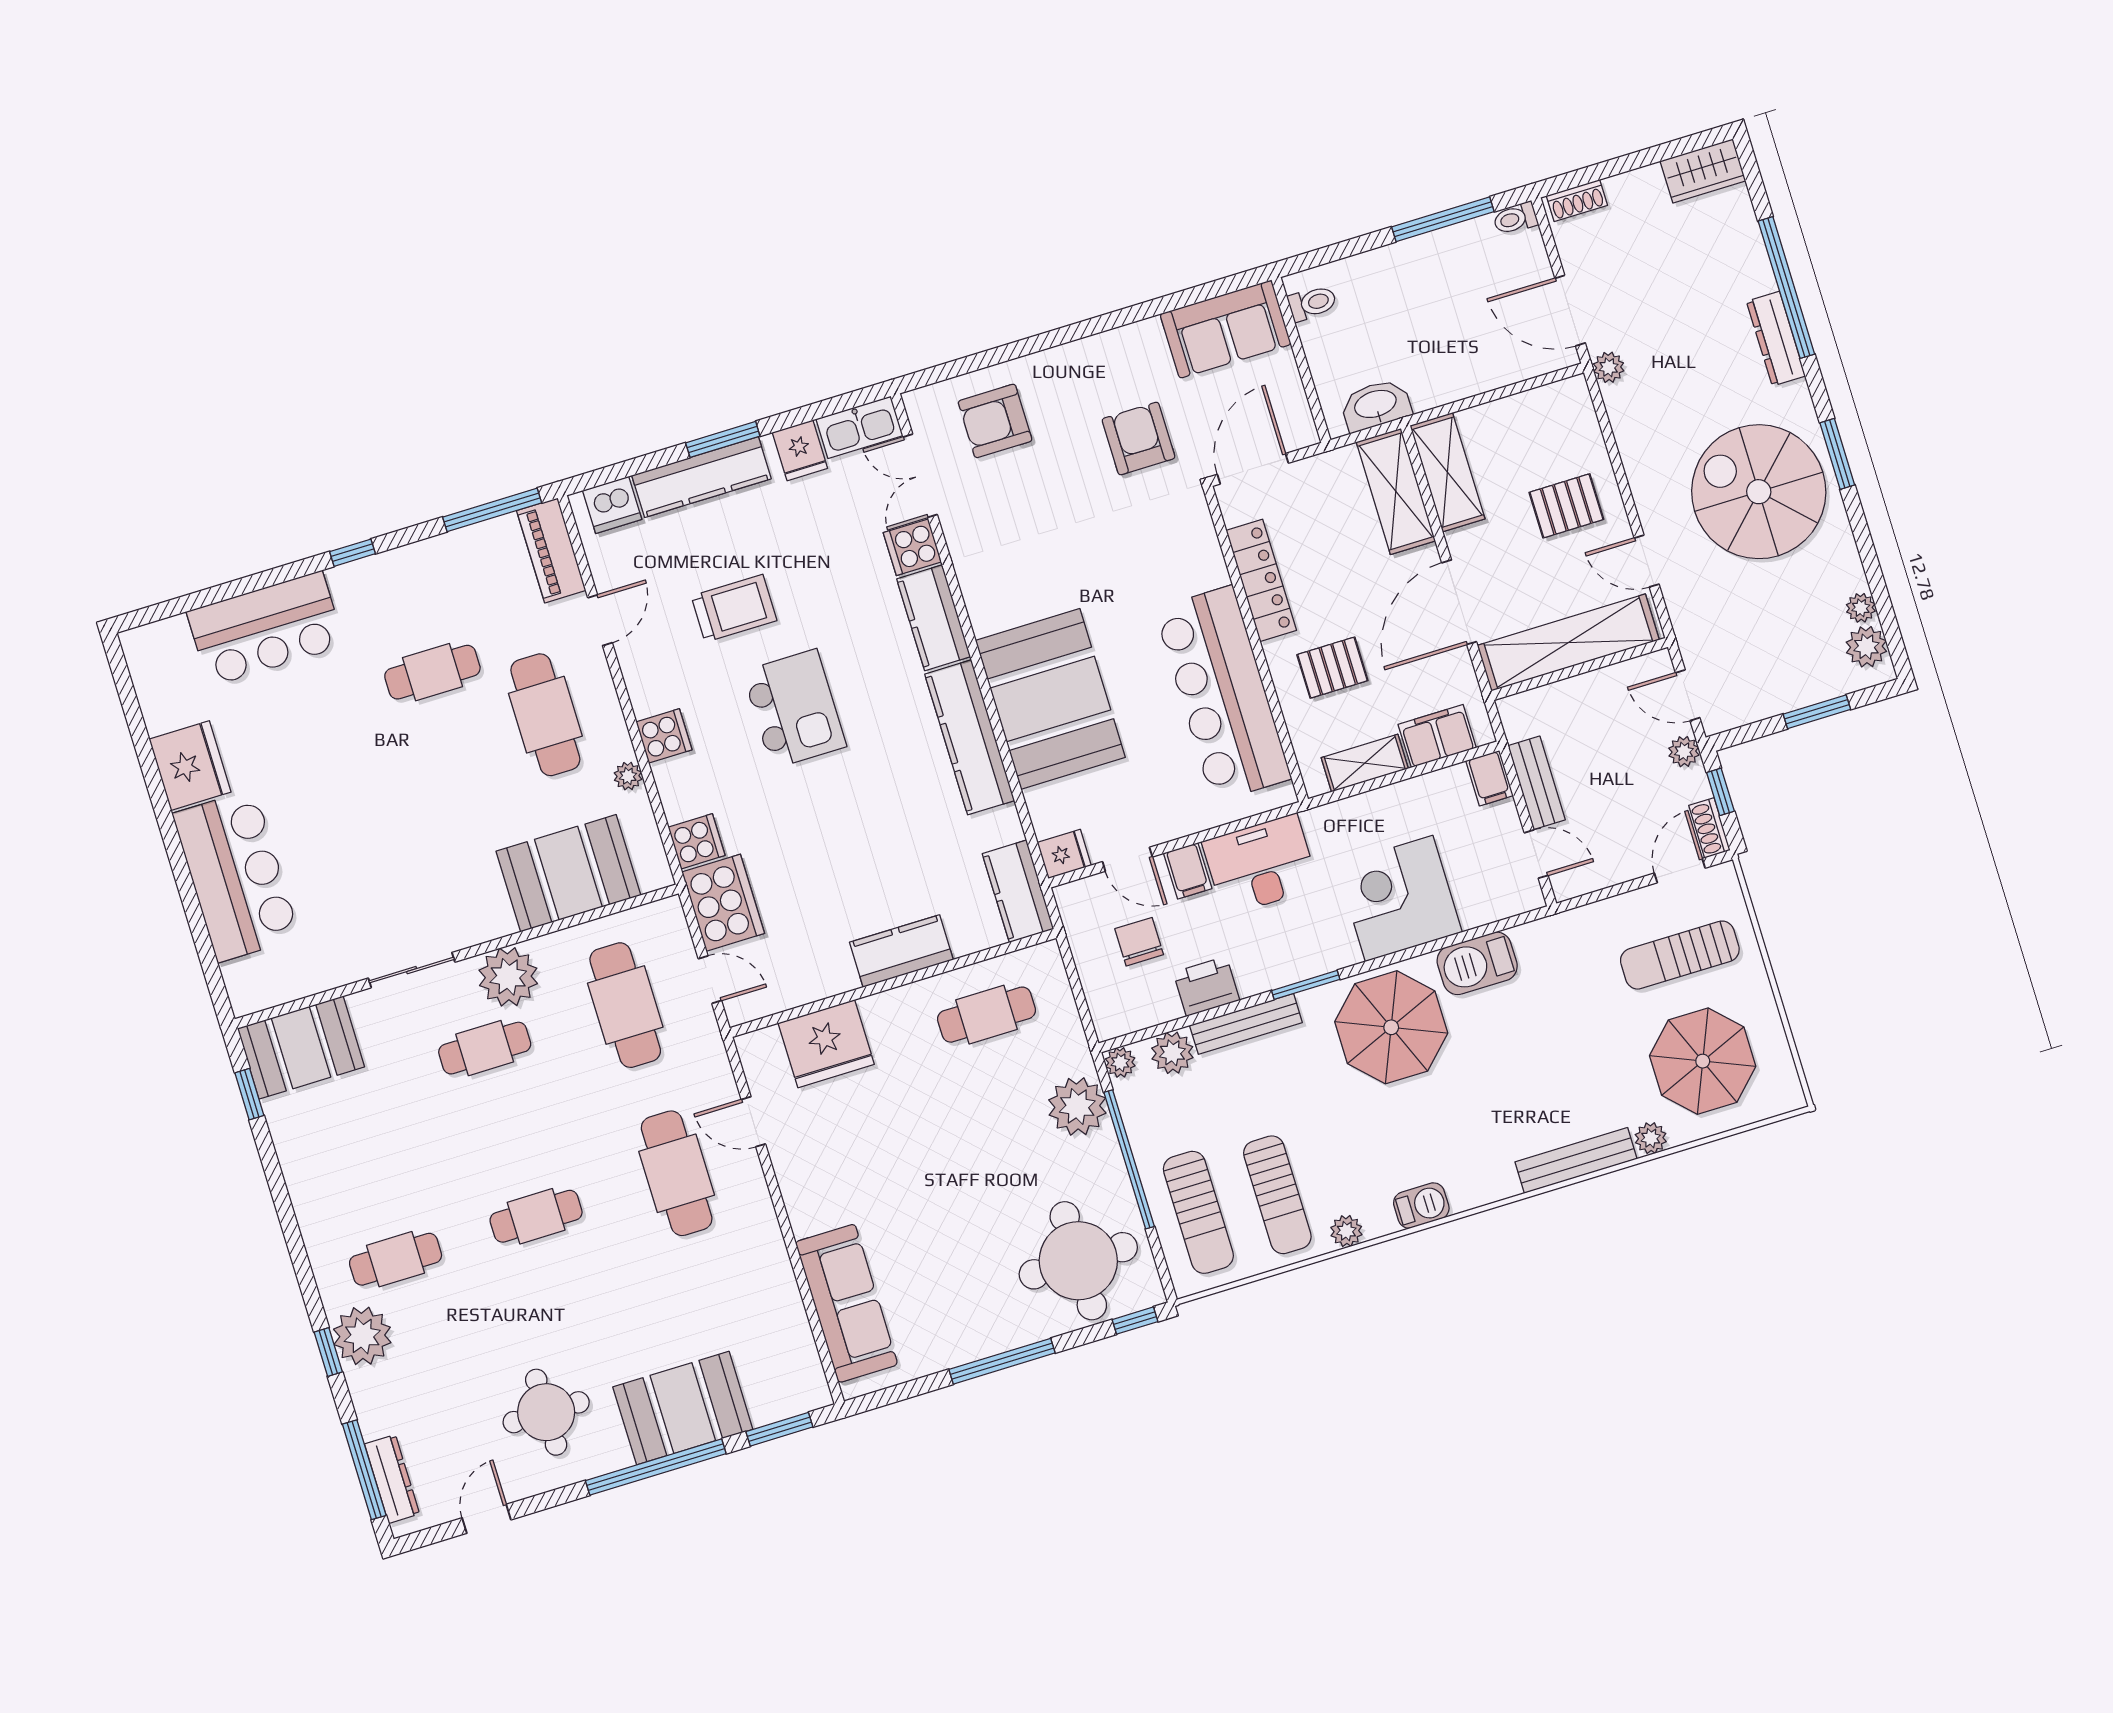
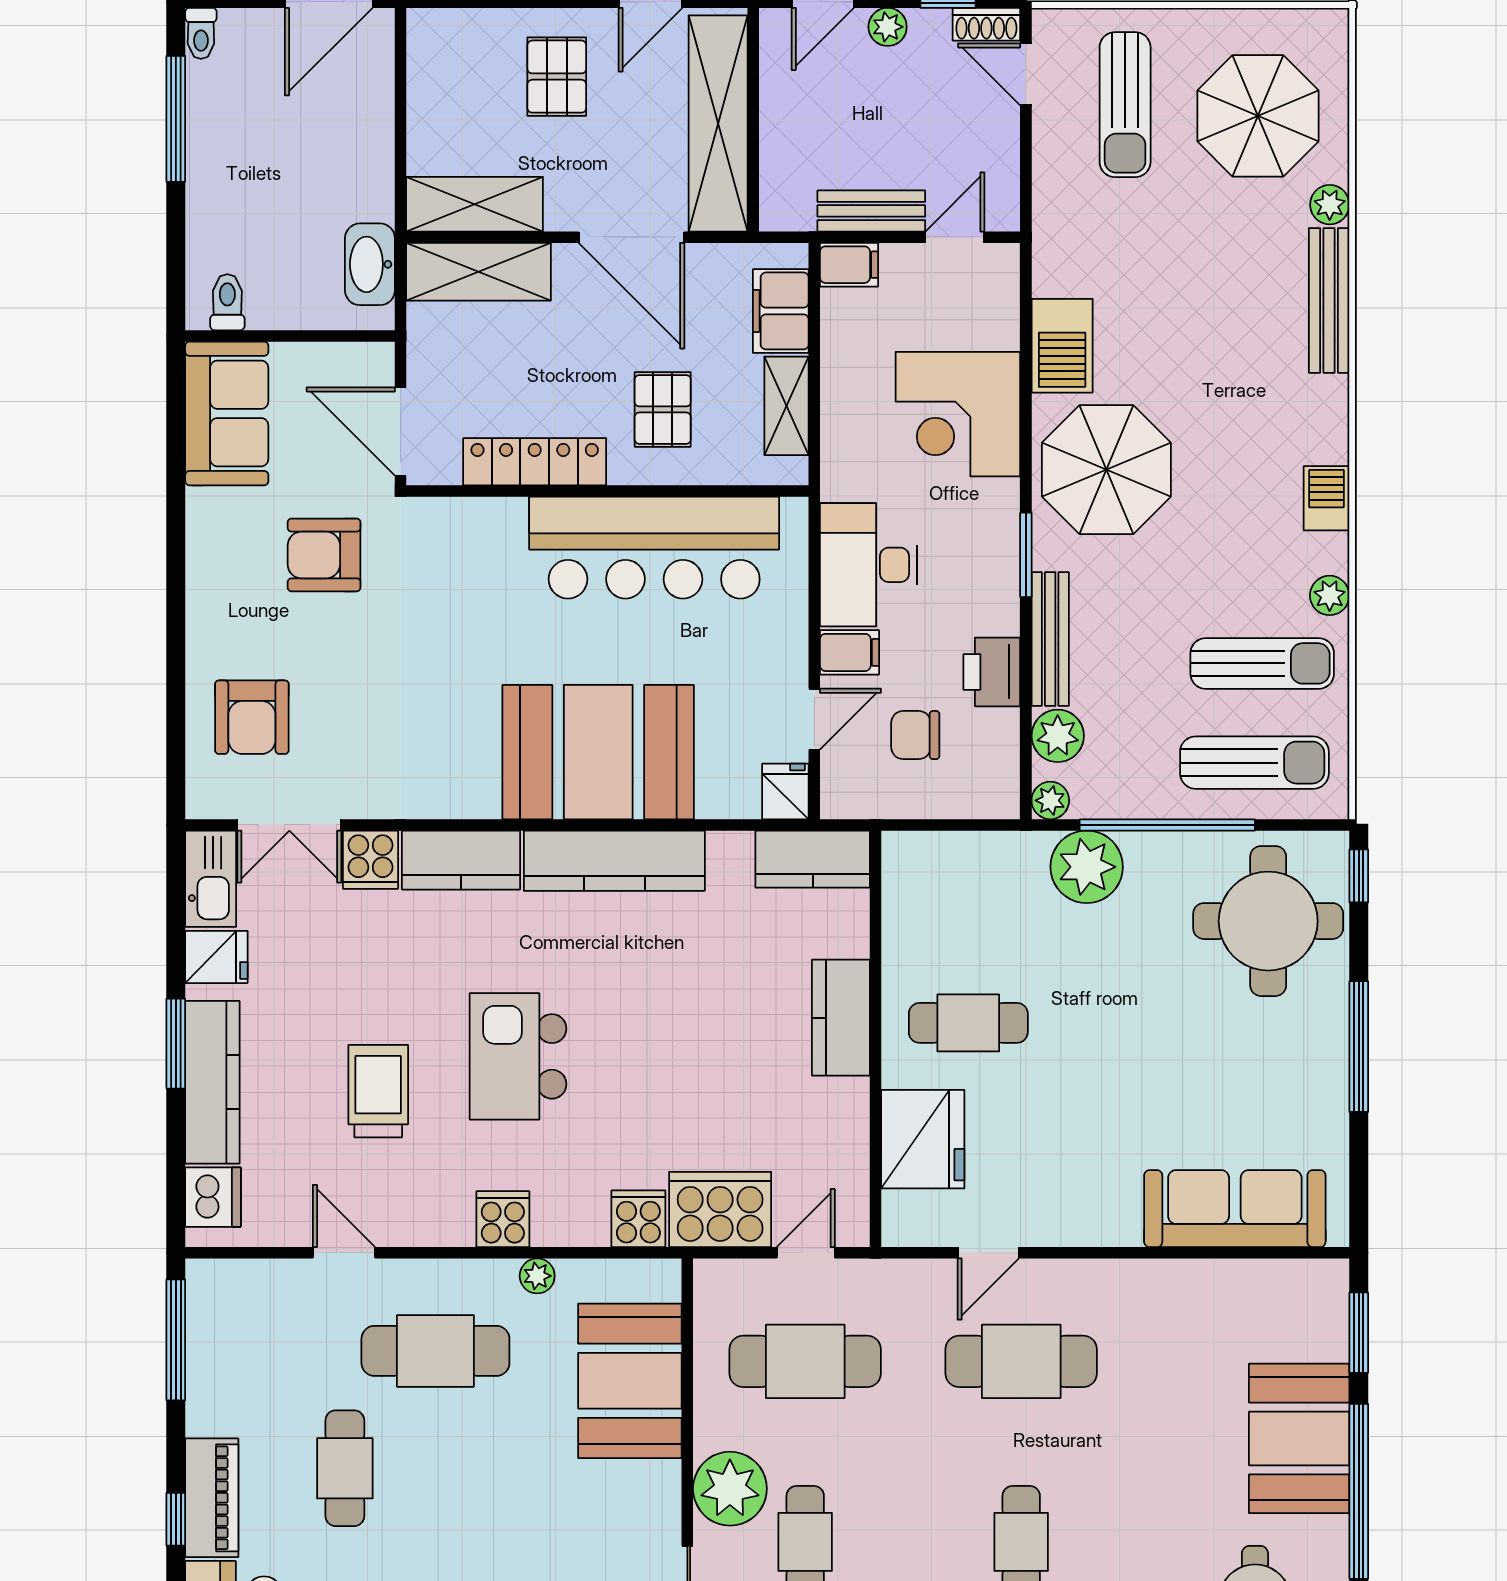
piano: (551, 550) -> (212, 1498), moved, turned -90
kitchen island: (794, 709) -> (518, 1056), turned -90
cafe table: (986, 1015) -> (968, 1023), moved, turned 90

